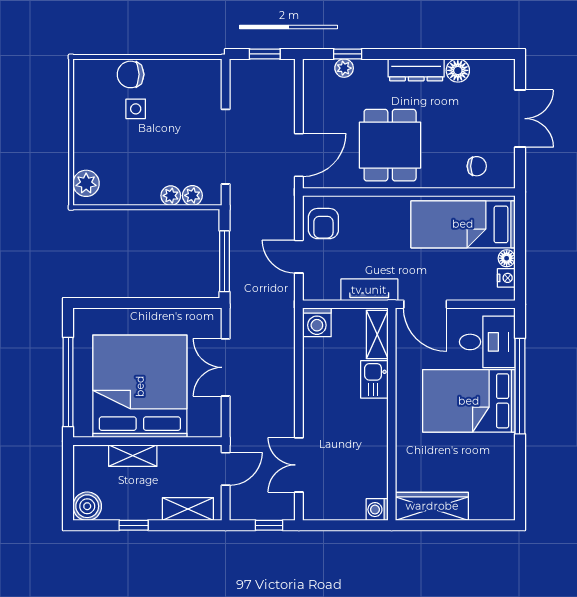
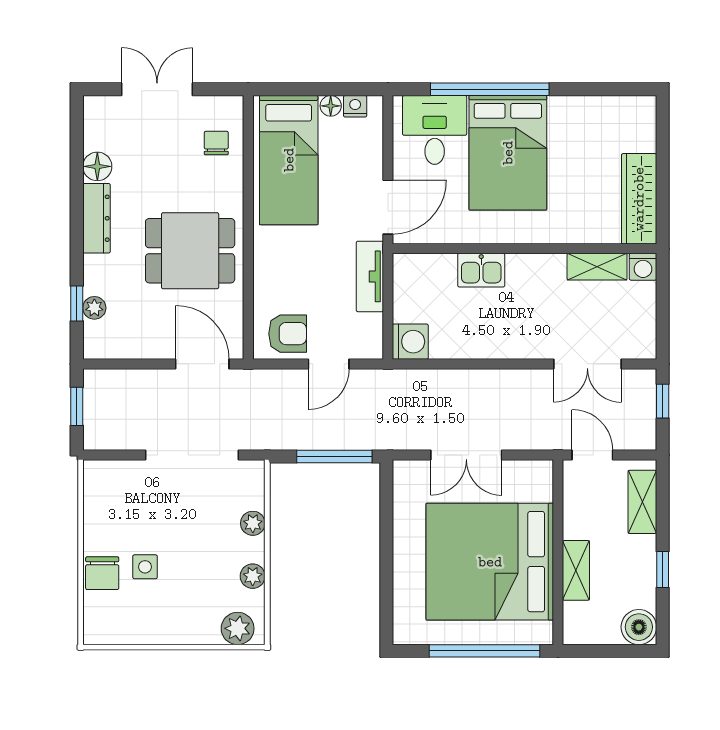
plant: (192, 195) -> (253, 576), moved
shelving: (377, 335) -> (597, 267), moved

